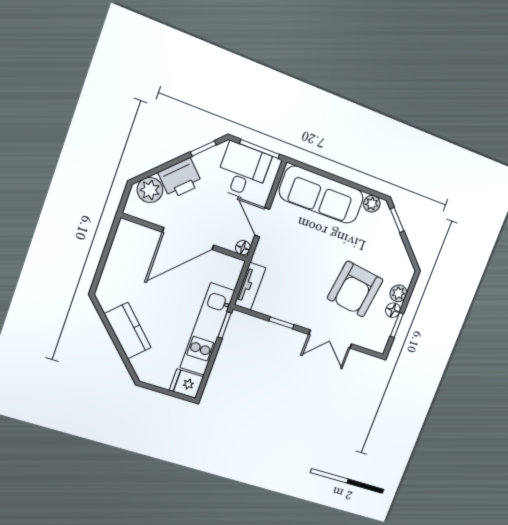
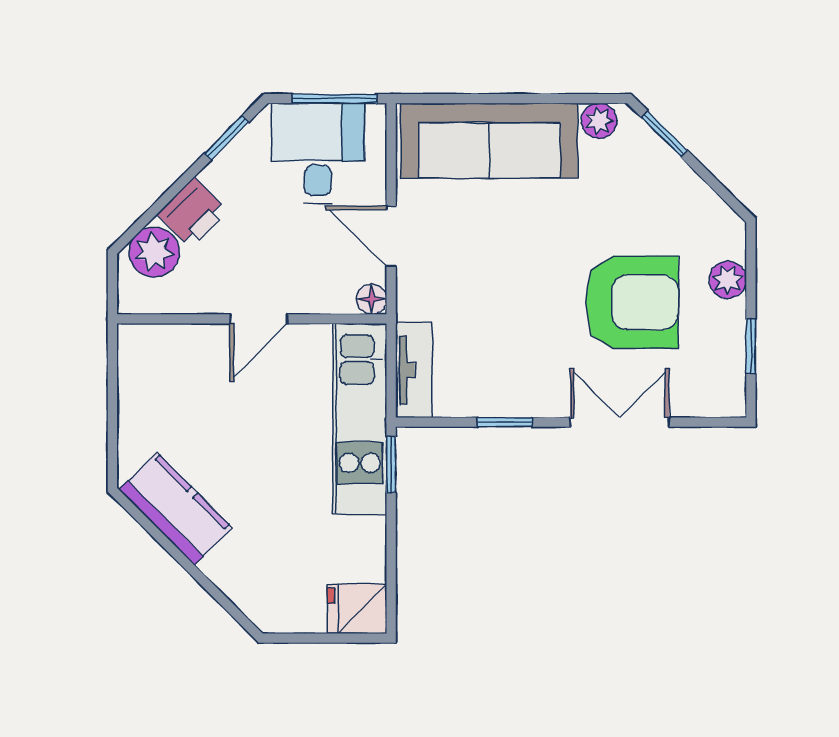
printer: (180, 178) -> (192, 212), width x0.73, depth x0.81
door: (188, 239) -> (259, 319), width x0.53
armchair: (355, 289) -> (632, 302), turned -98
floor lamp: (393, 310) -> (730, 318), removed
kitchen unit: (207, 329) -> (360, 419), moved
kitchen counter: (128, 331) -> (176, 509), moved
double door: (330, 339) -> (620, 422), swing flipped

